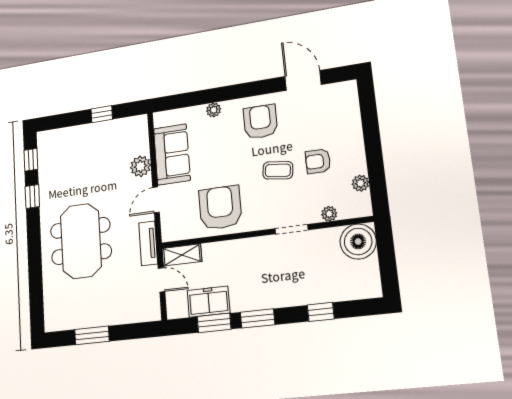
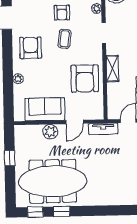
armchair: (260, 122) -> (31, 48), turned 90
door: (156, 200) -> (75, 122), hinge flipped
armchair: (220, 208) -> (85, 79), turned -90
meeting table: (81, 241) -> (53, 181), moved, width x1.36
shelving: (182, 255) -> (112, 69), moved

